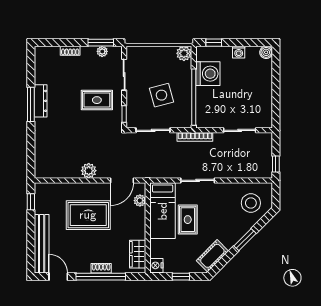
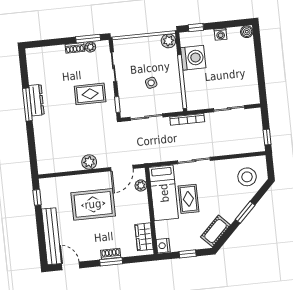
shoe rack: (70, 51) -> (75, 48), moved
side table: (161, 95) -> (151, 83), width x0.54, depth x0.54
window: (101, 277) -> (111, 262), width x0.47

